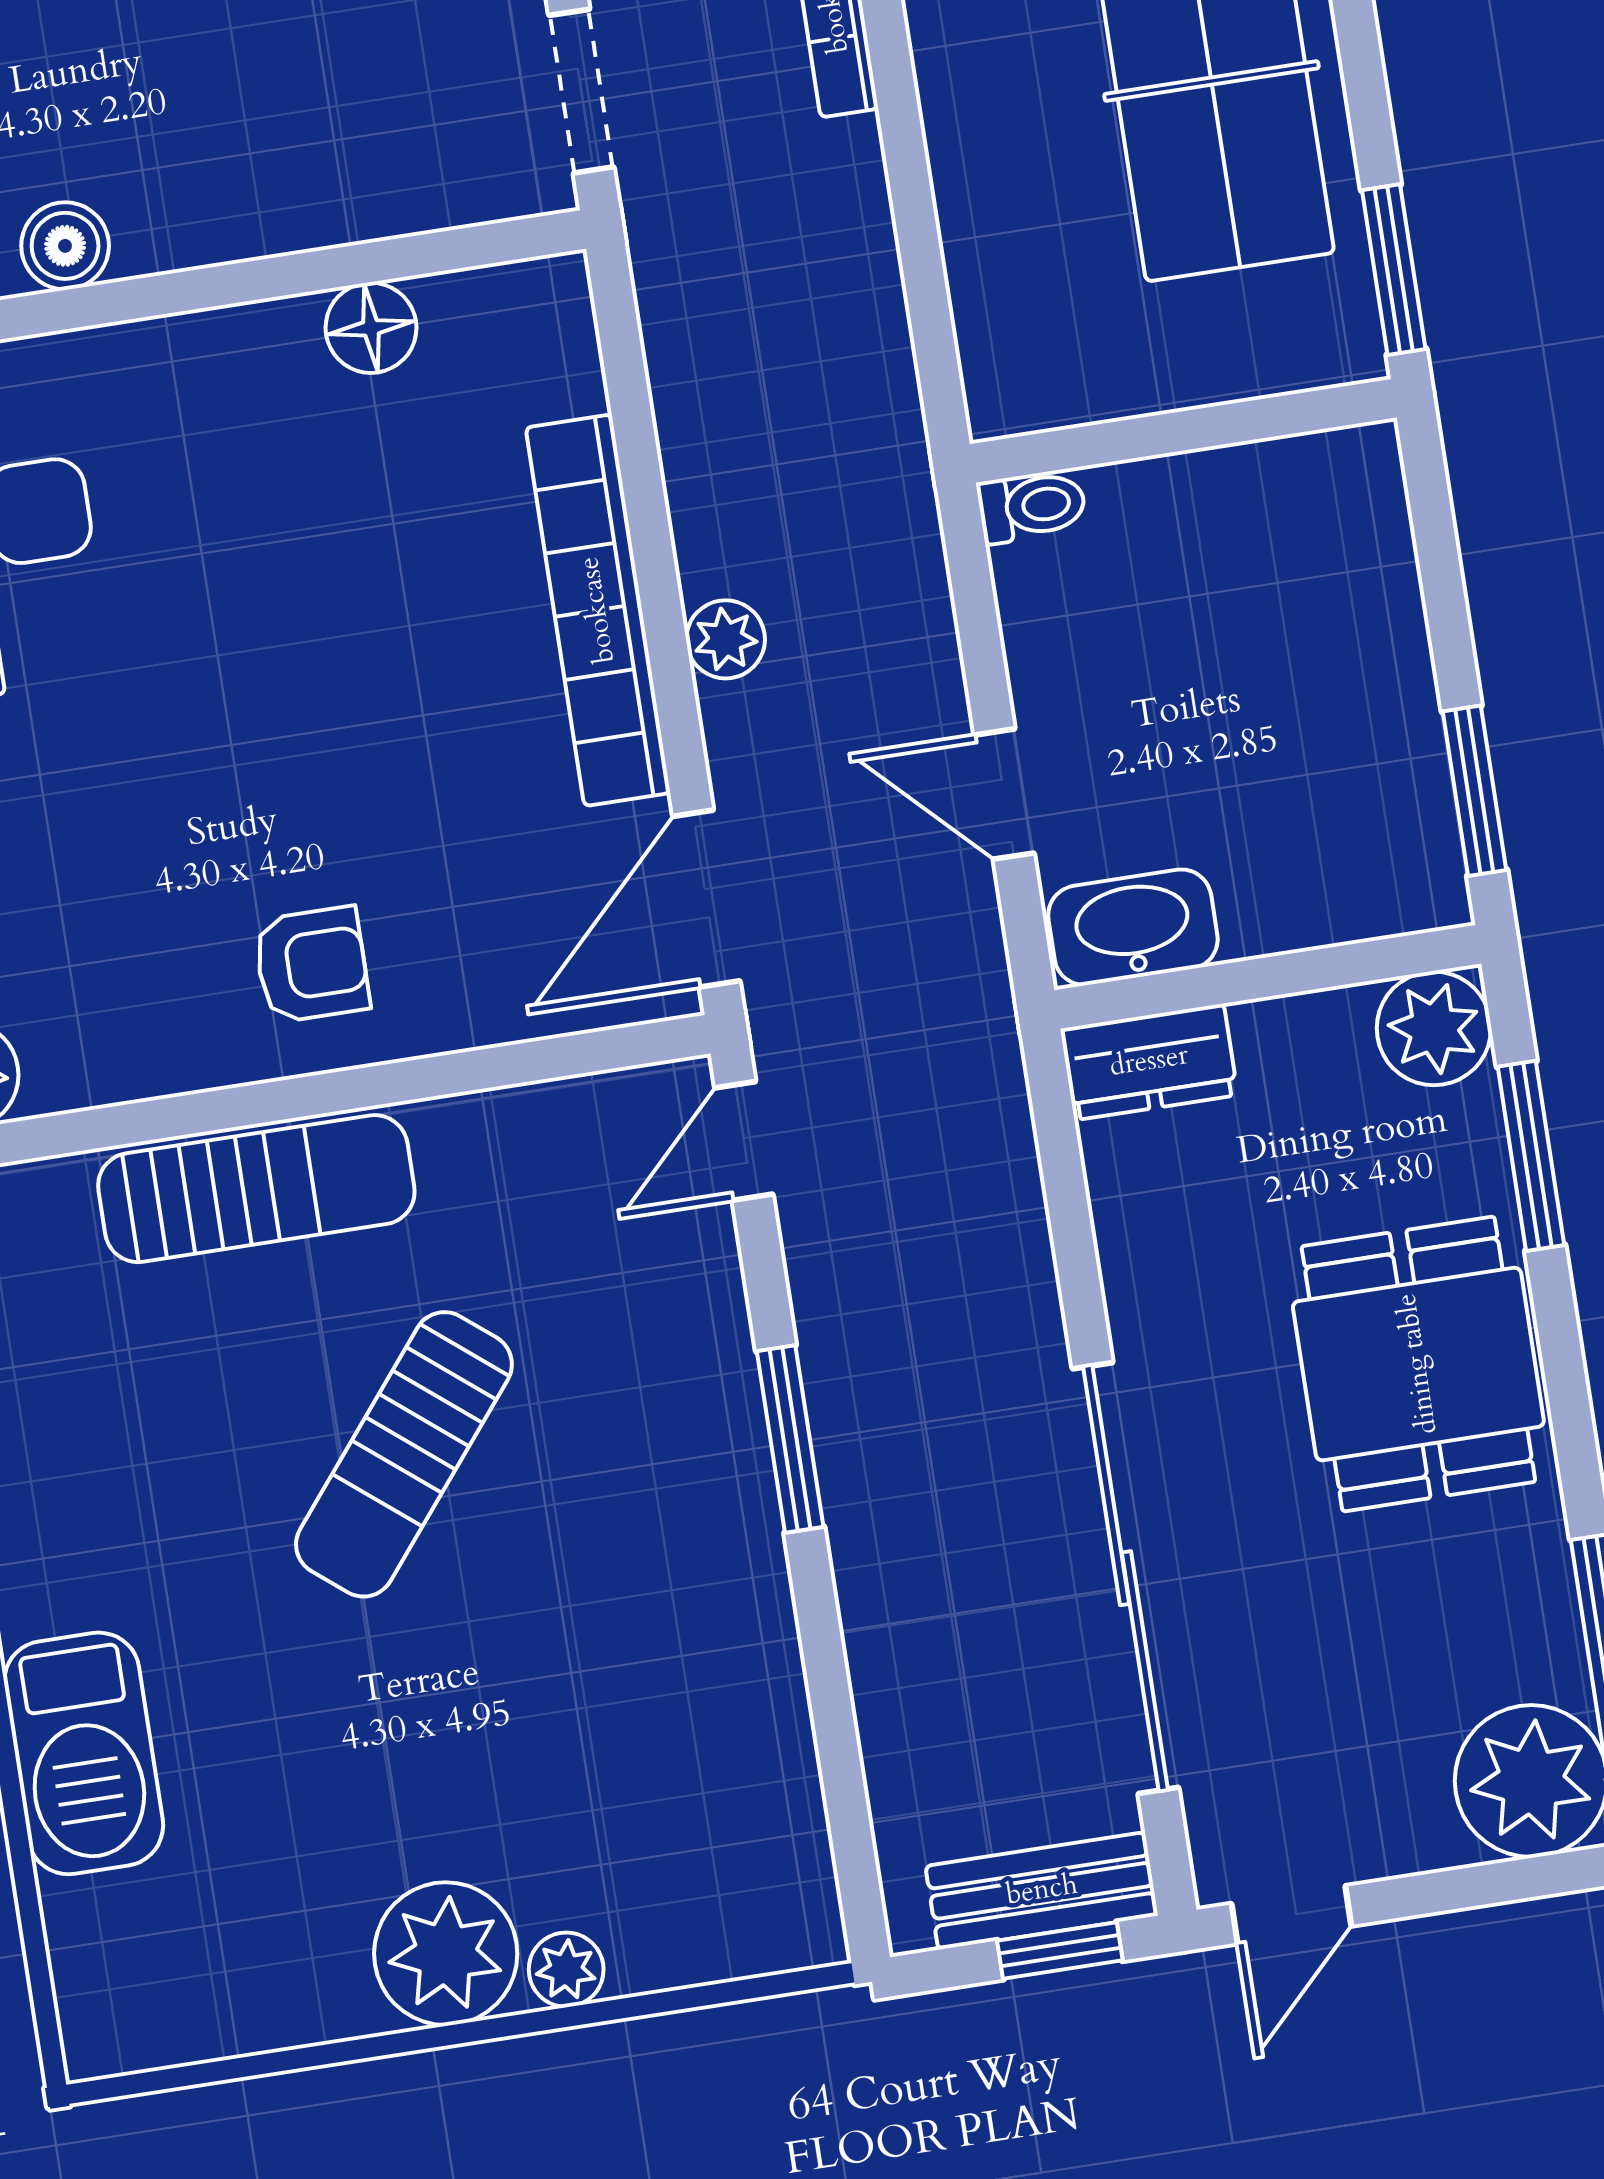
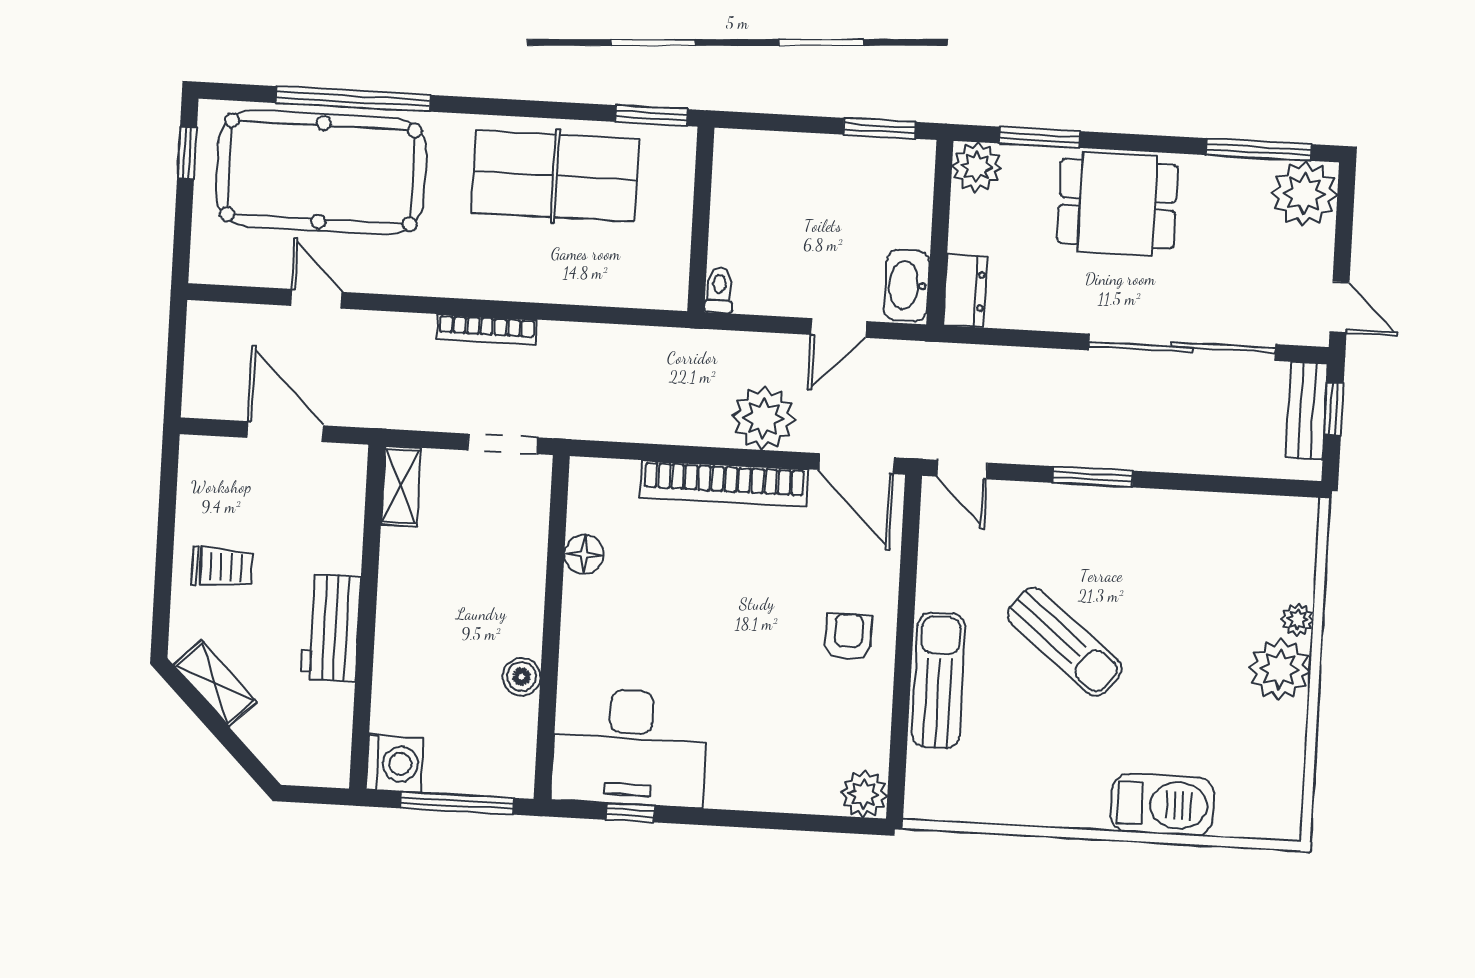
plant: (726, 639) -> (764, 418), width x1.87, depth x1.87

